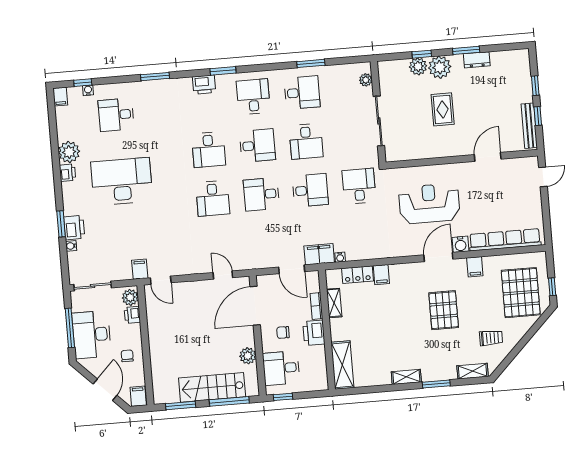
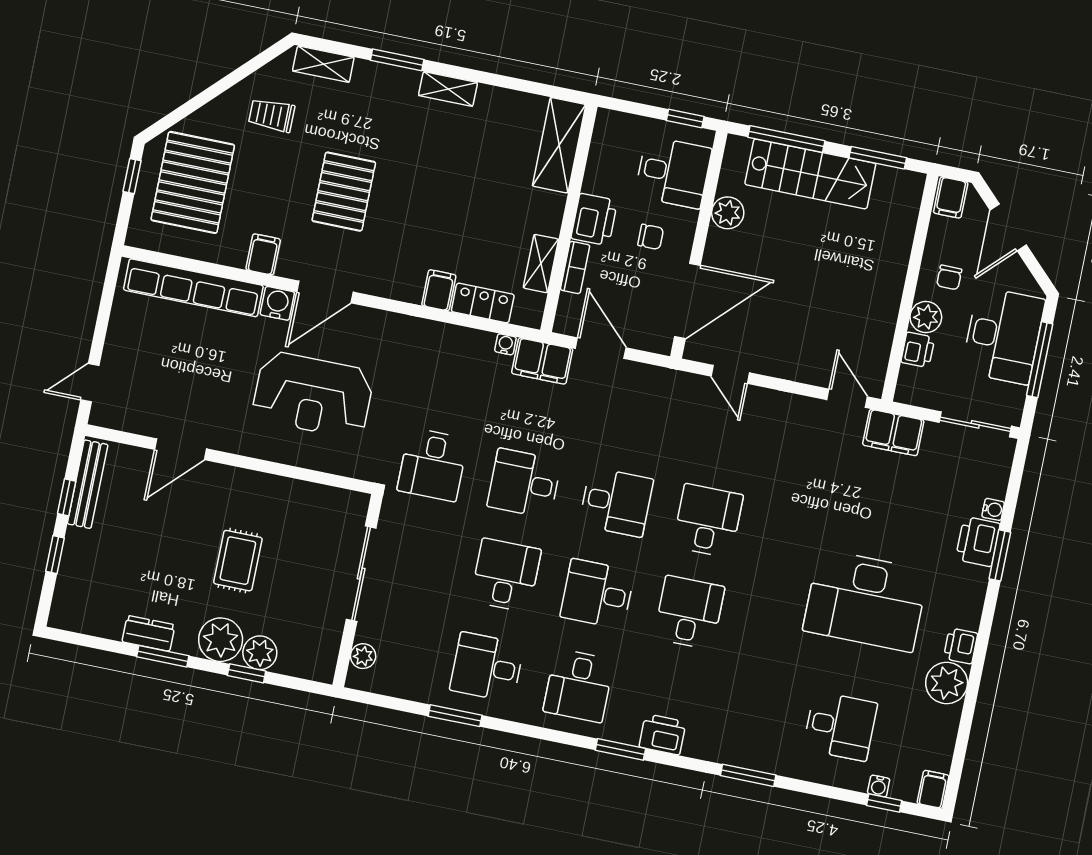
filing cabinet: (140, 269) -> (893, 433), width x2.00
plant: (130, 297) -> (926, 317), moved

